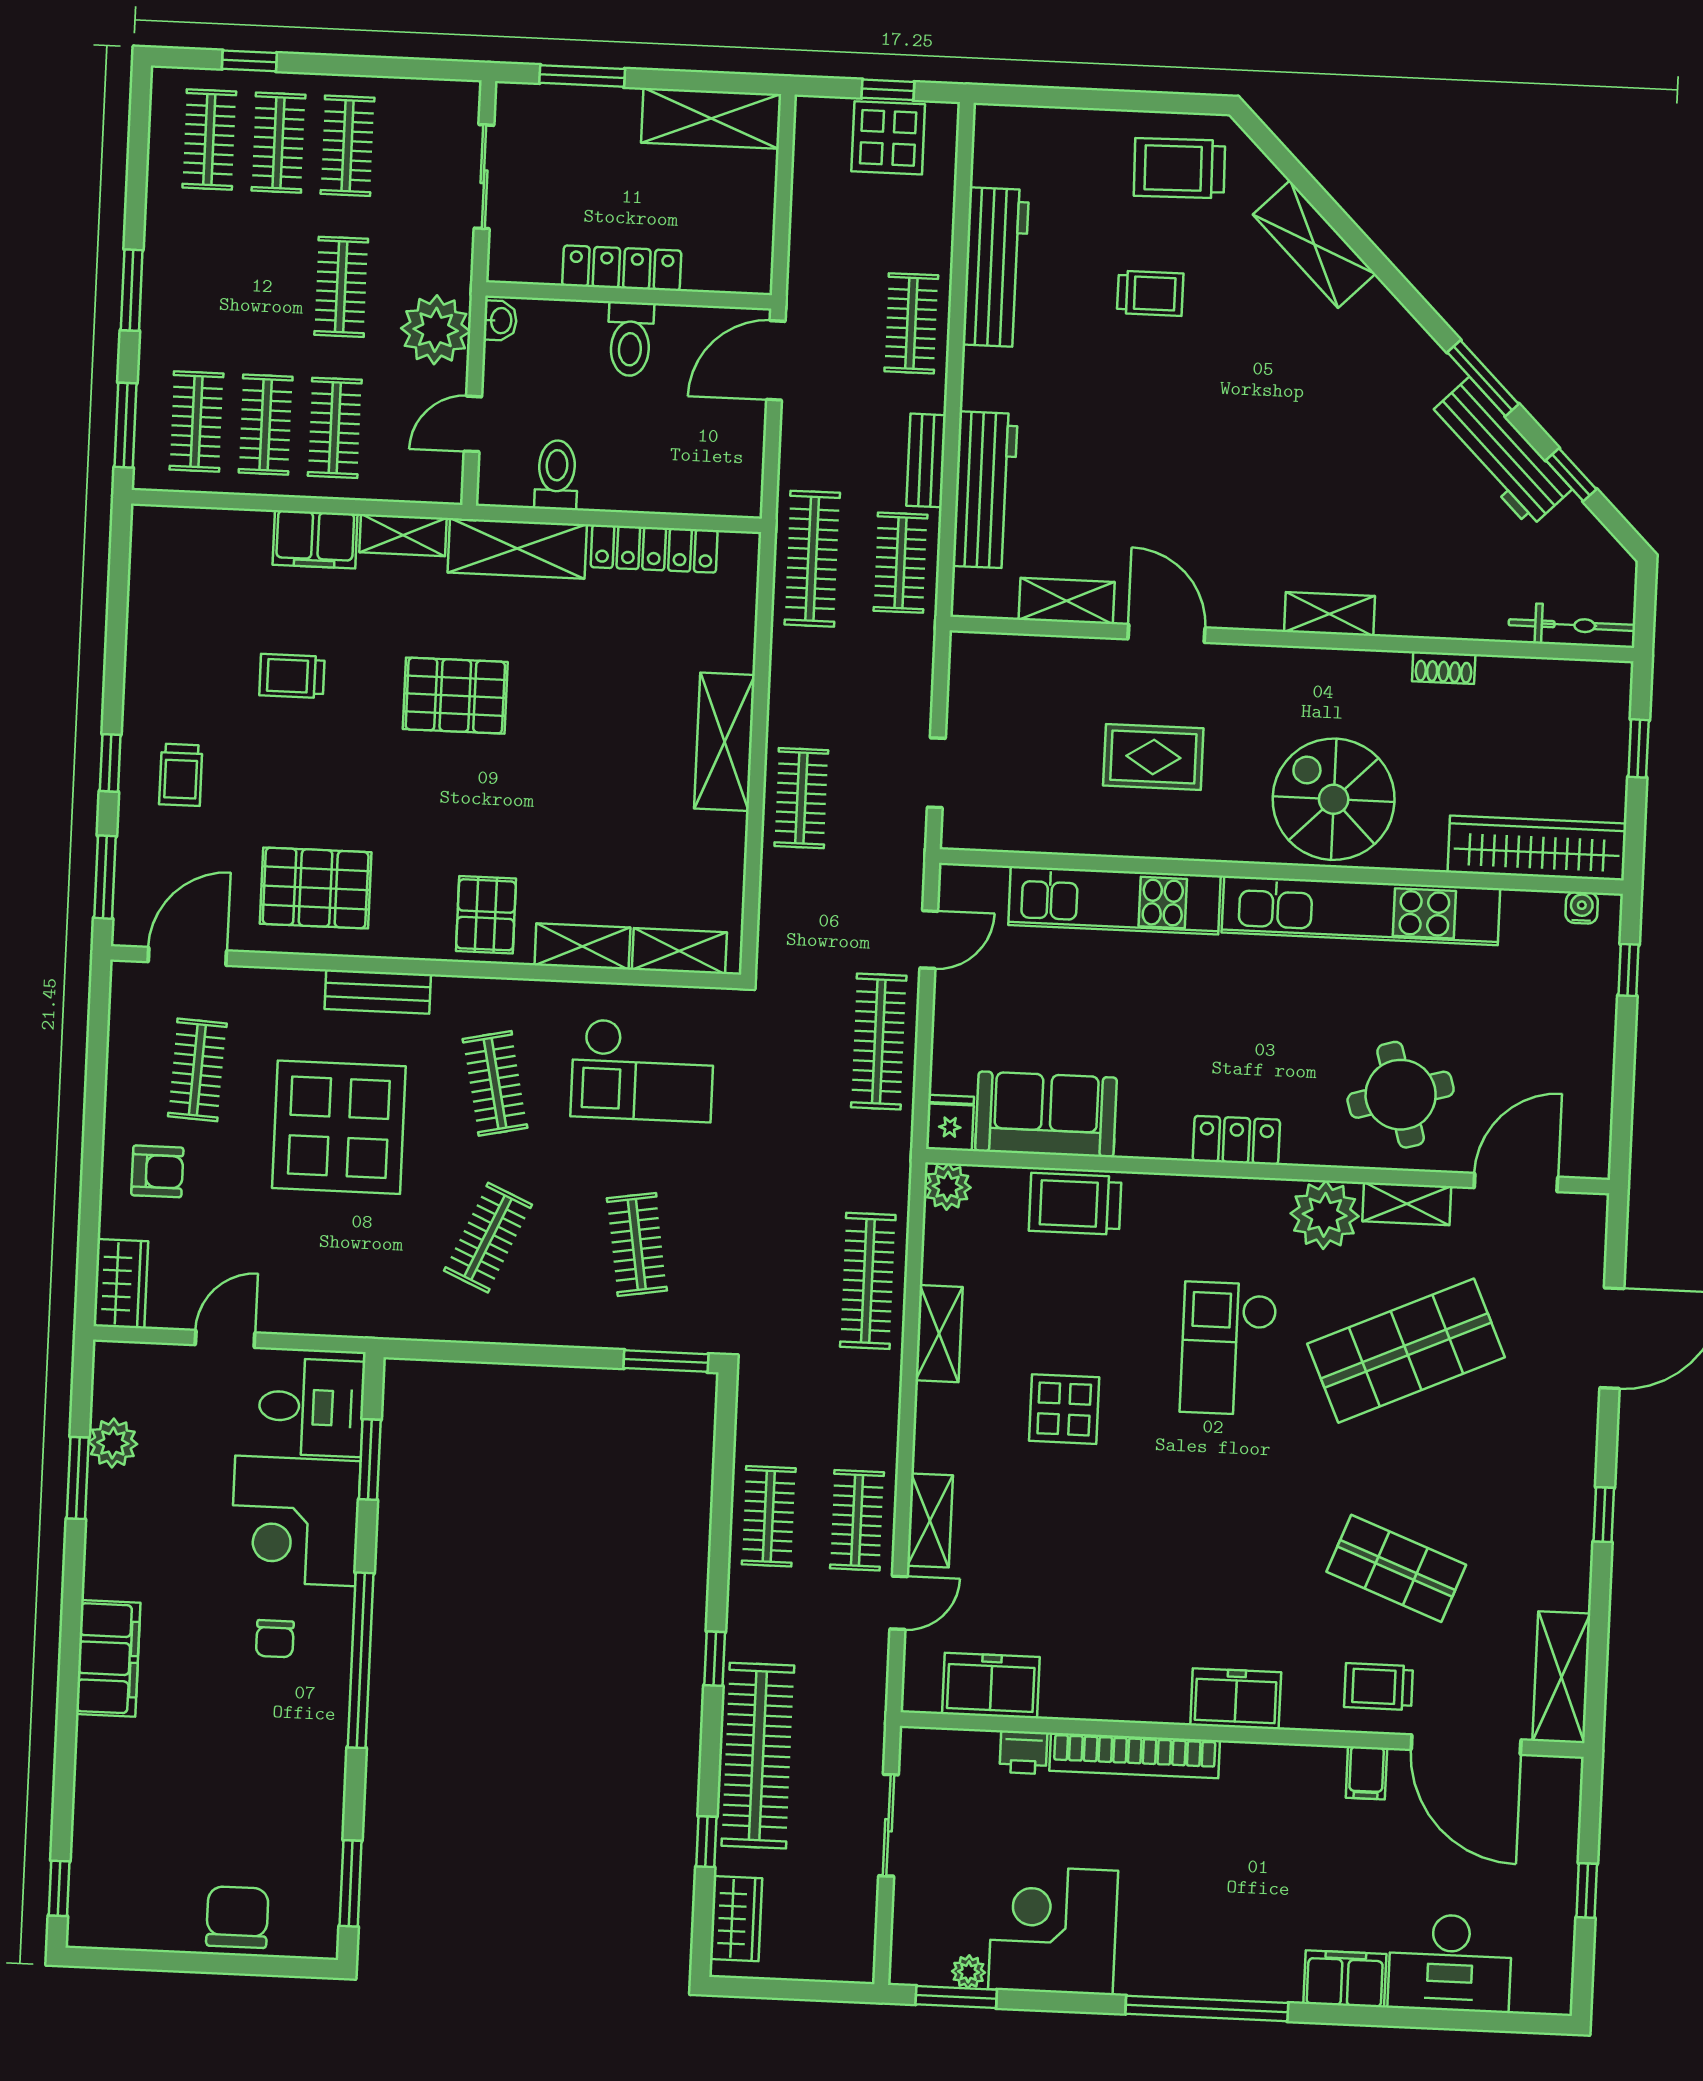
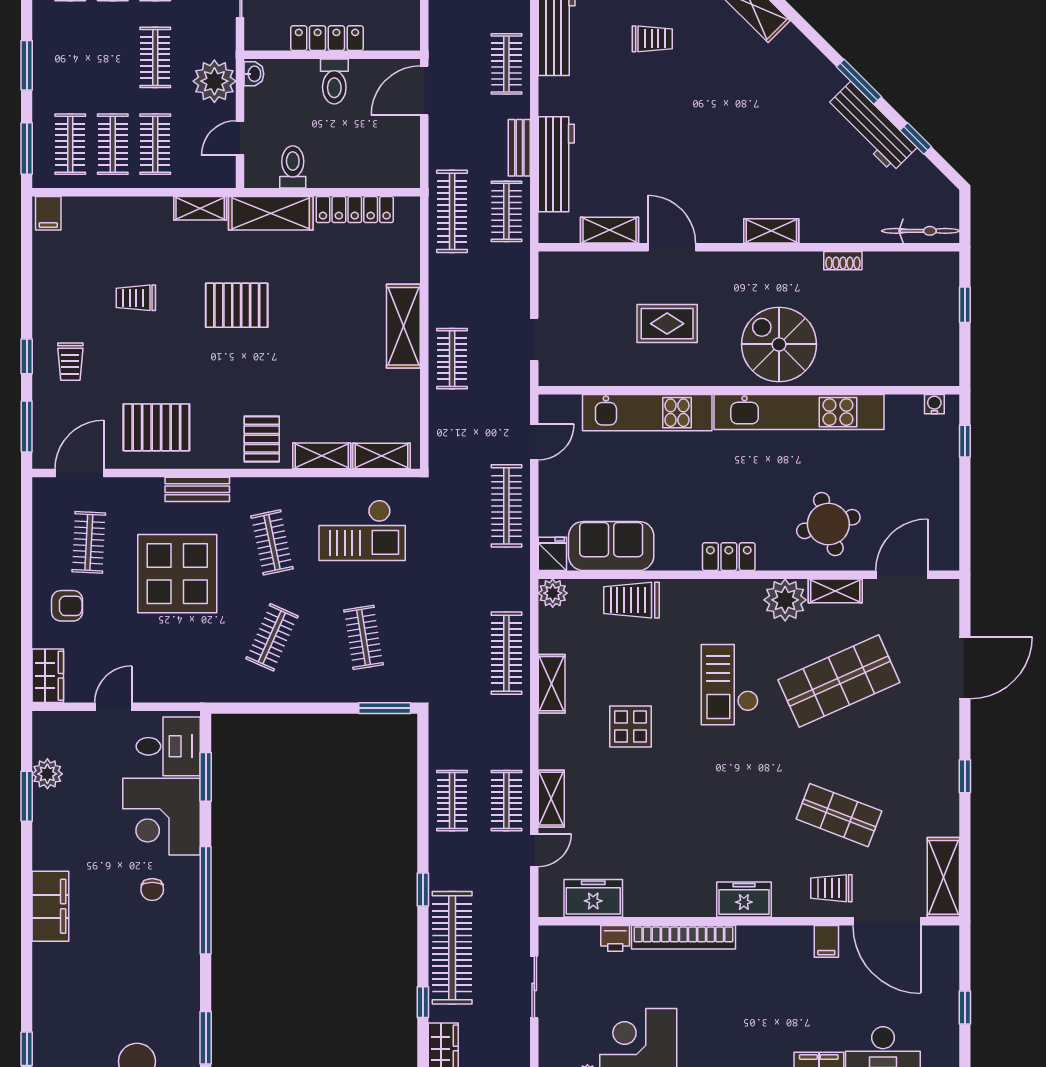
filing cabinet: (315, 539) -> (48, 213), moved, width x0.50
wardrobe: (1537, 848) -> (905, 369), removed

